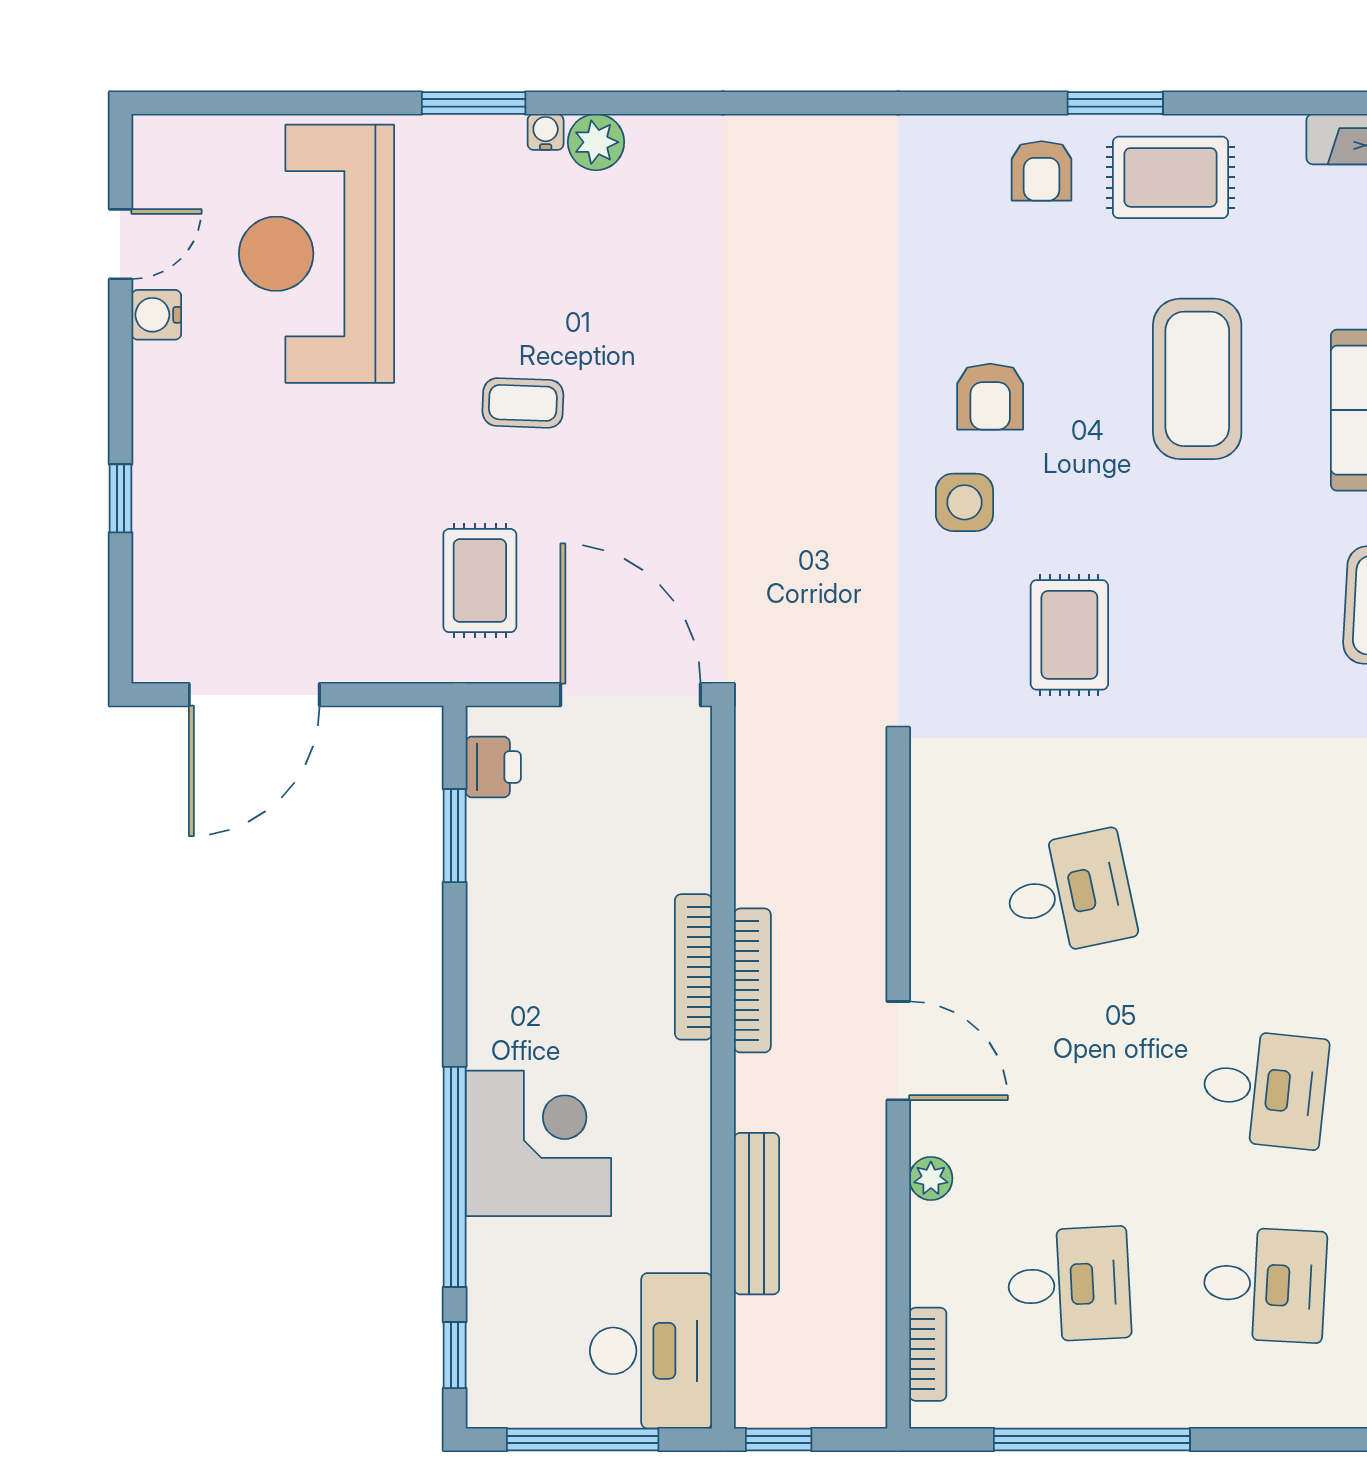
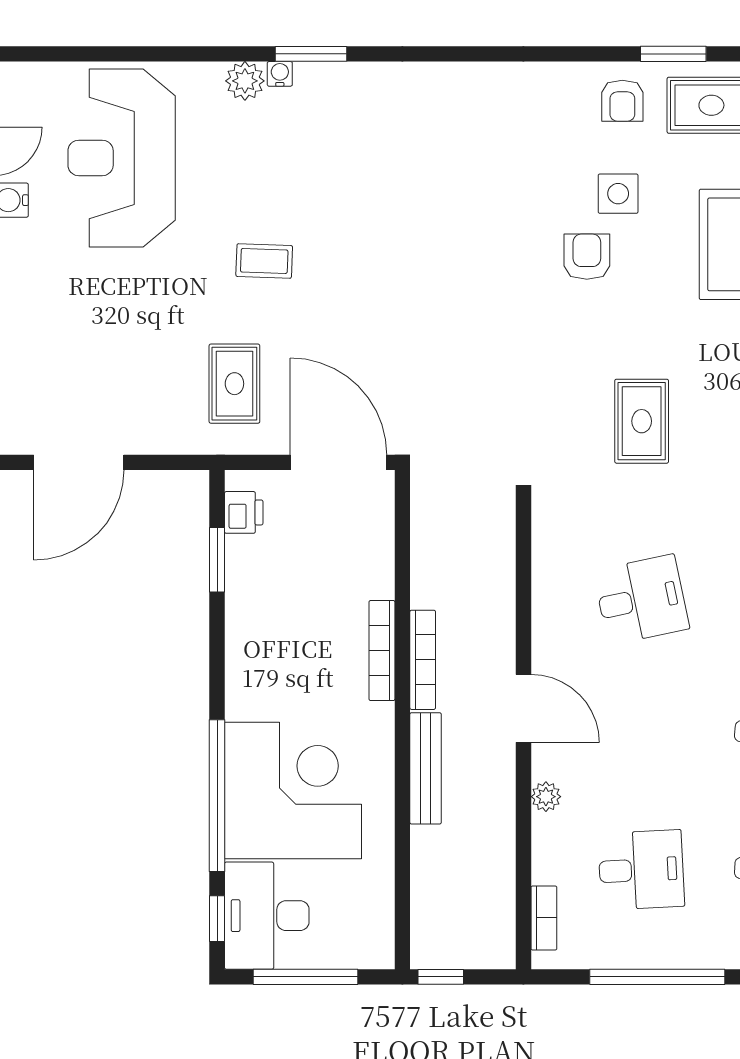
window: (474, 103) -> (311, 54), moved
plant: (596, 142) -> (245, 81), moved
armchair: (990, 397) -> (587, 257), turned 180
side table: (964, 502) -> (618, 194), moved
corner desk: (538, 1143) -> (293, 791), width x1.36, depth x1.36
bench: (757, 1214) -> (426, 768), moved
desk: (651, 1351) -> (267, 916), moved, turned 180

